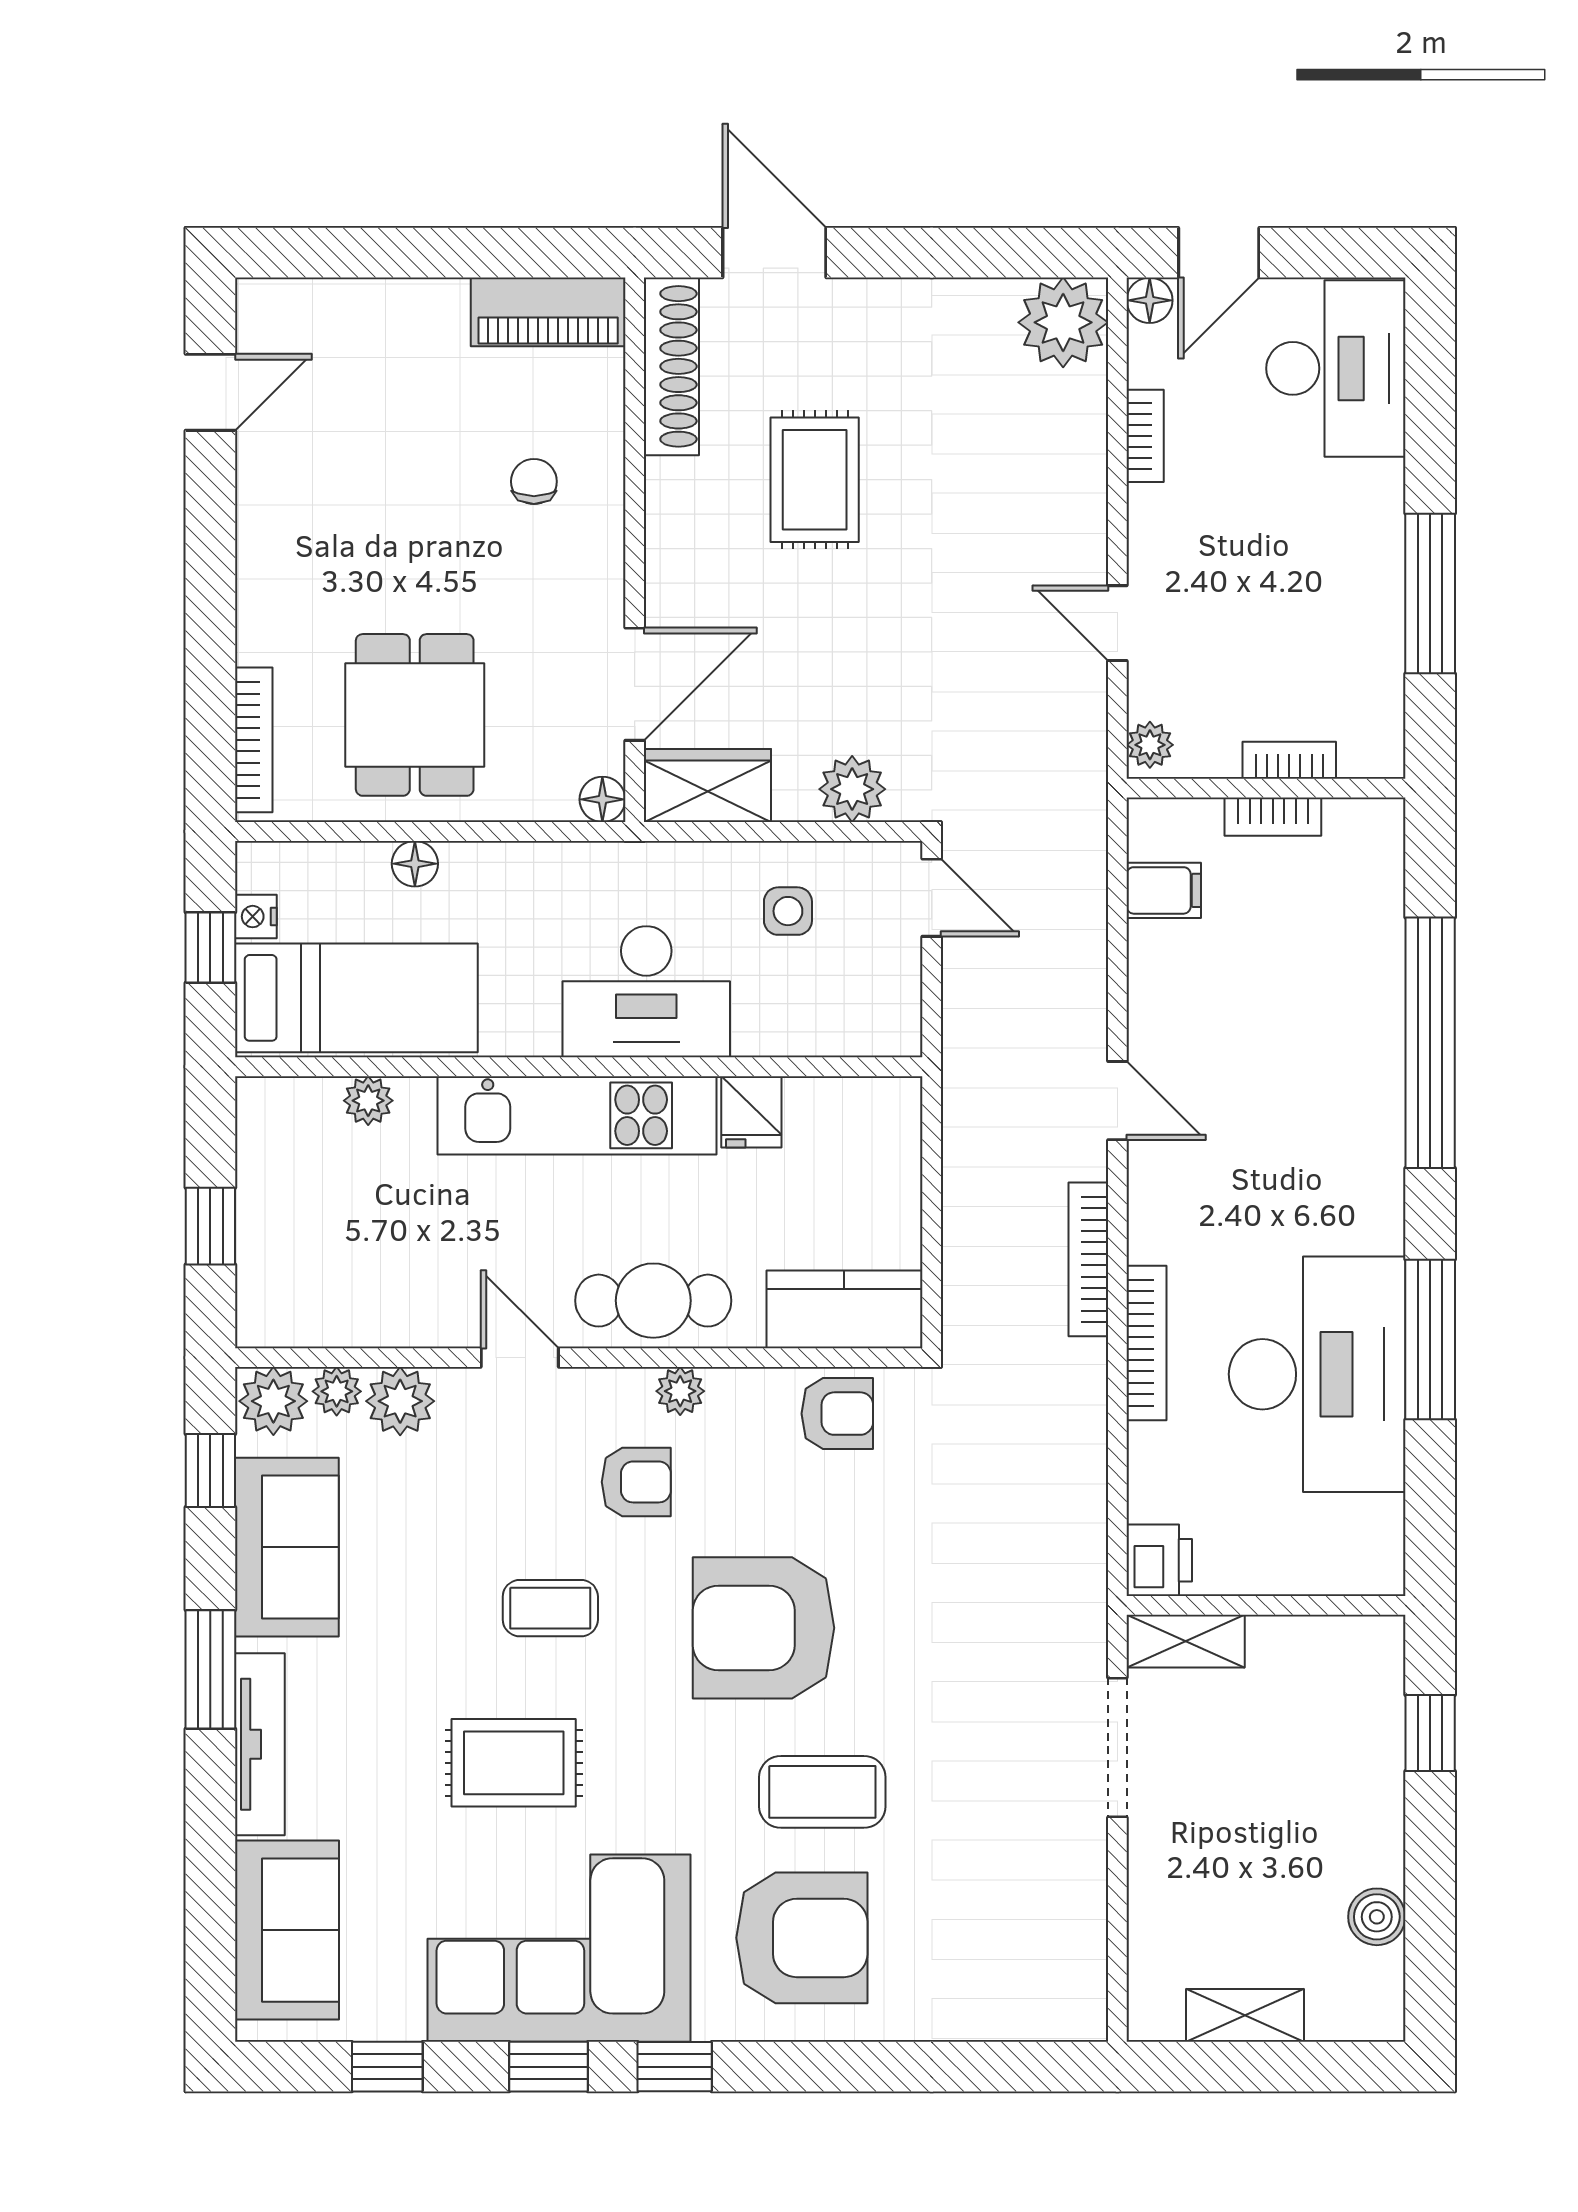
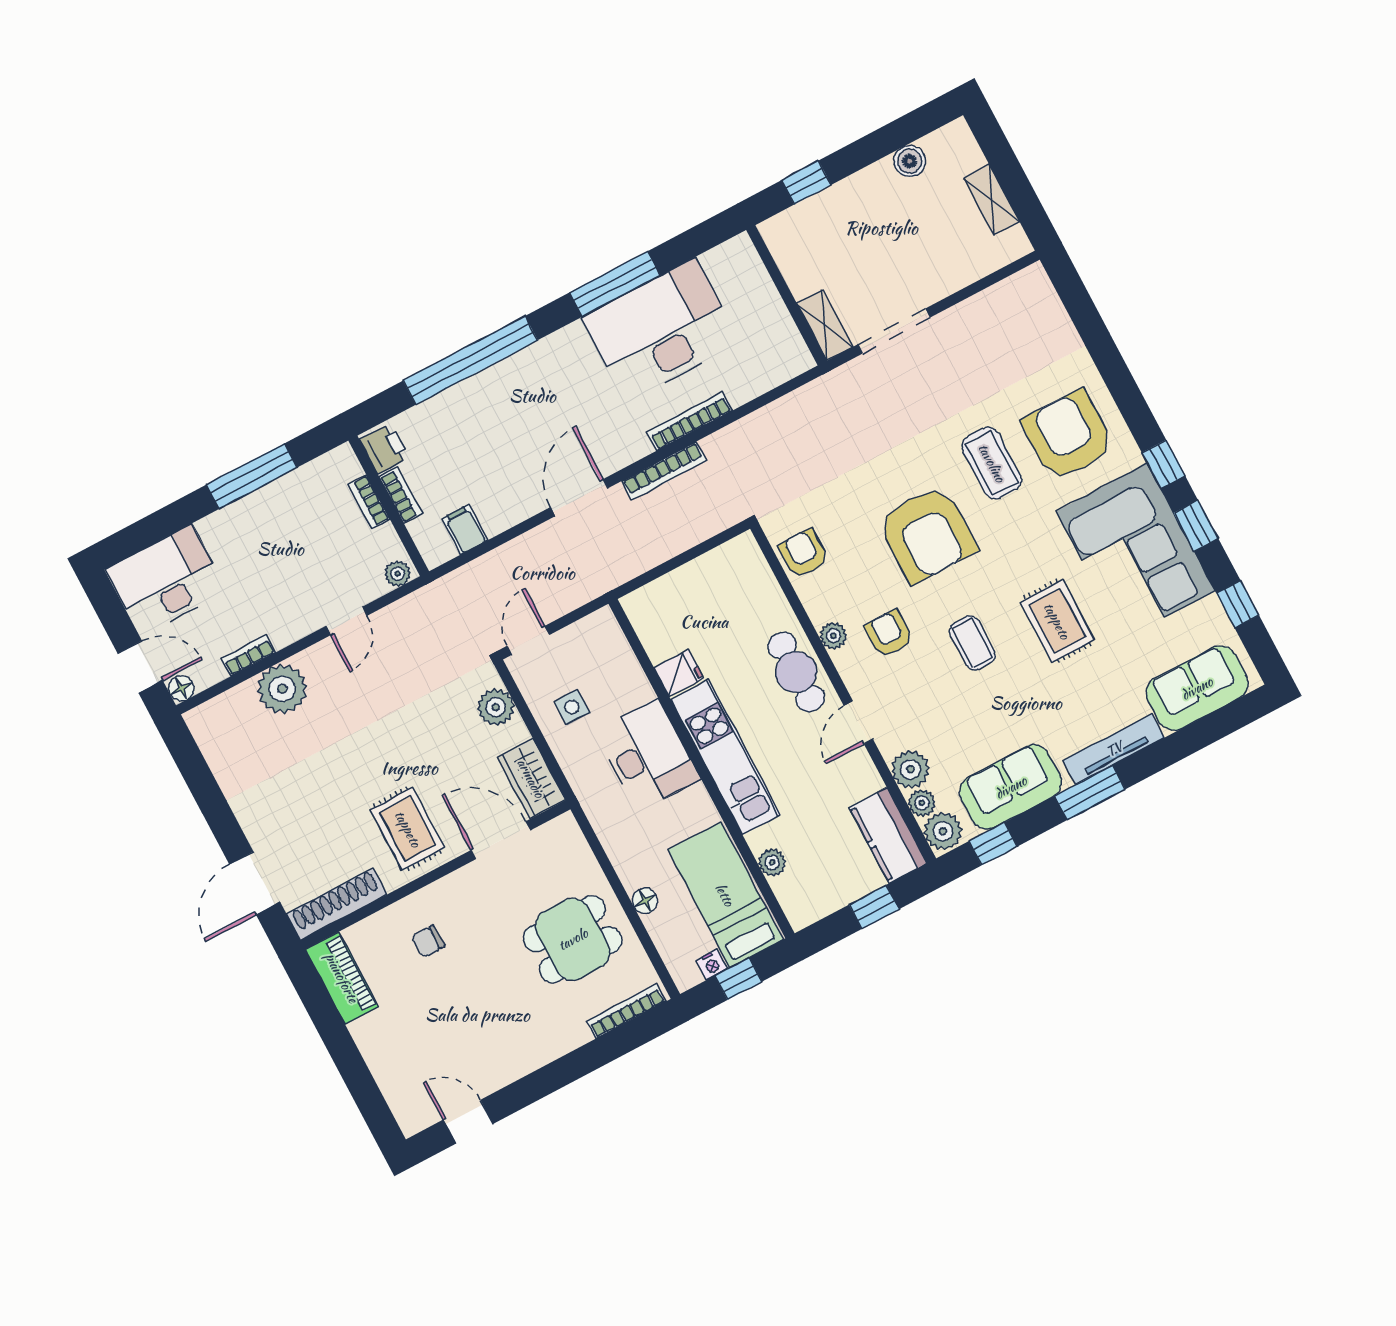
plant: (1063, 322) -> (282, 689), moved
rug: (815, 480) -> (408, 829), moved, turned 90
floor lamp: (602, 799) -> (565, 826), removed
door: (1117, 1101) -> (579, 498), width x1.38
kitchen counter: (844, 1309) -> (888, 835), moved
printer: (1159, 1560) -> (384, 449), moved, turned 90

